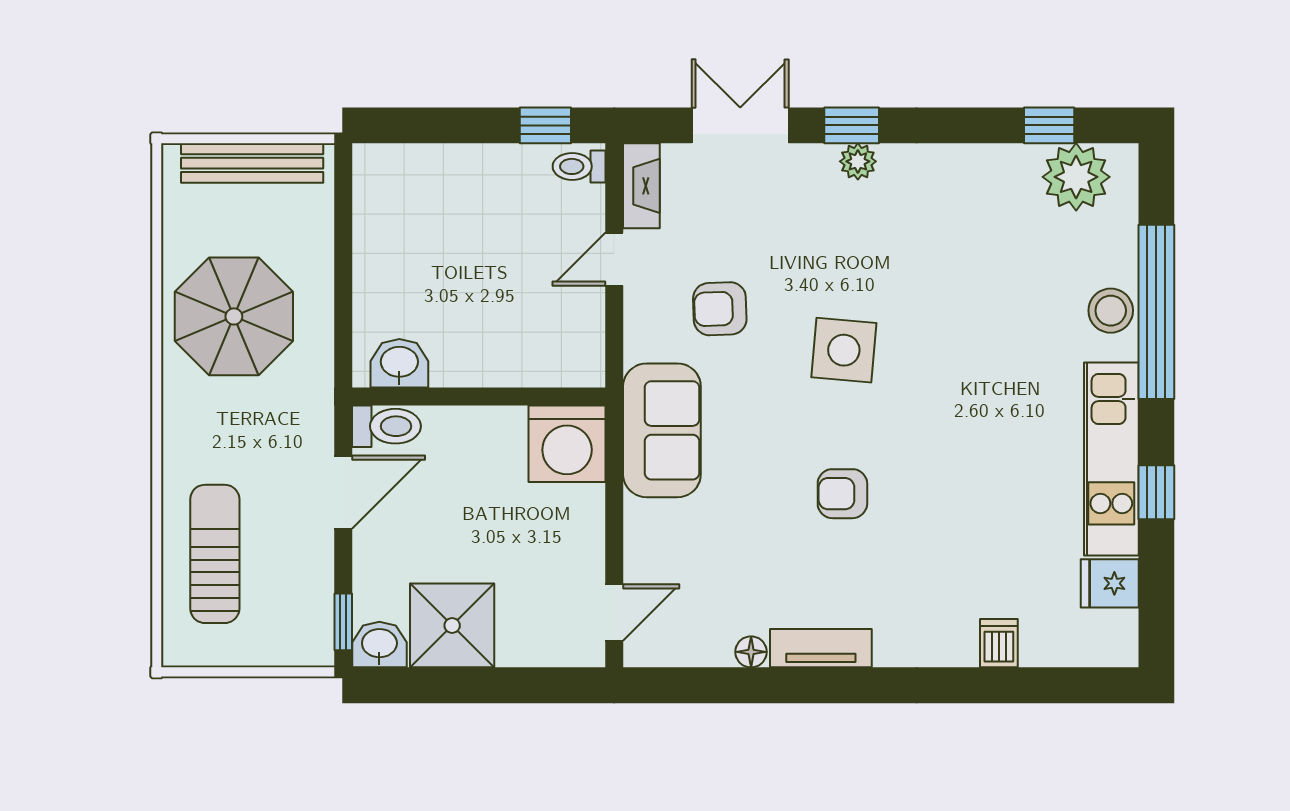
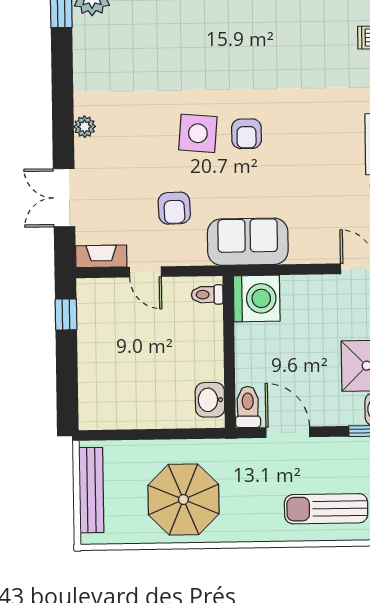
window: (852, 125) -> (63, 131), removed
toilet: (579, 166) -> (207, 295), moved, turned 90
armchair: (842, 494) -> (246, 134), moved

